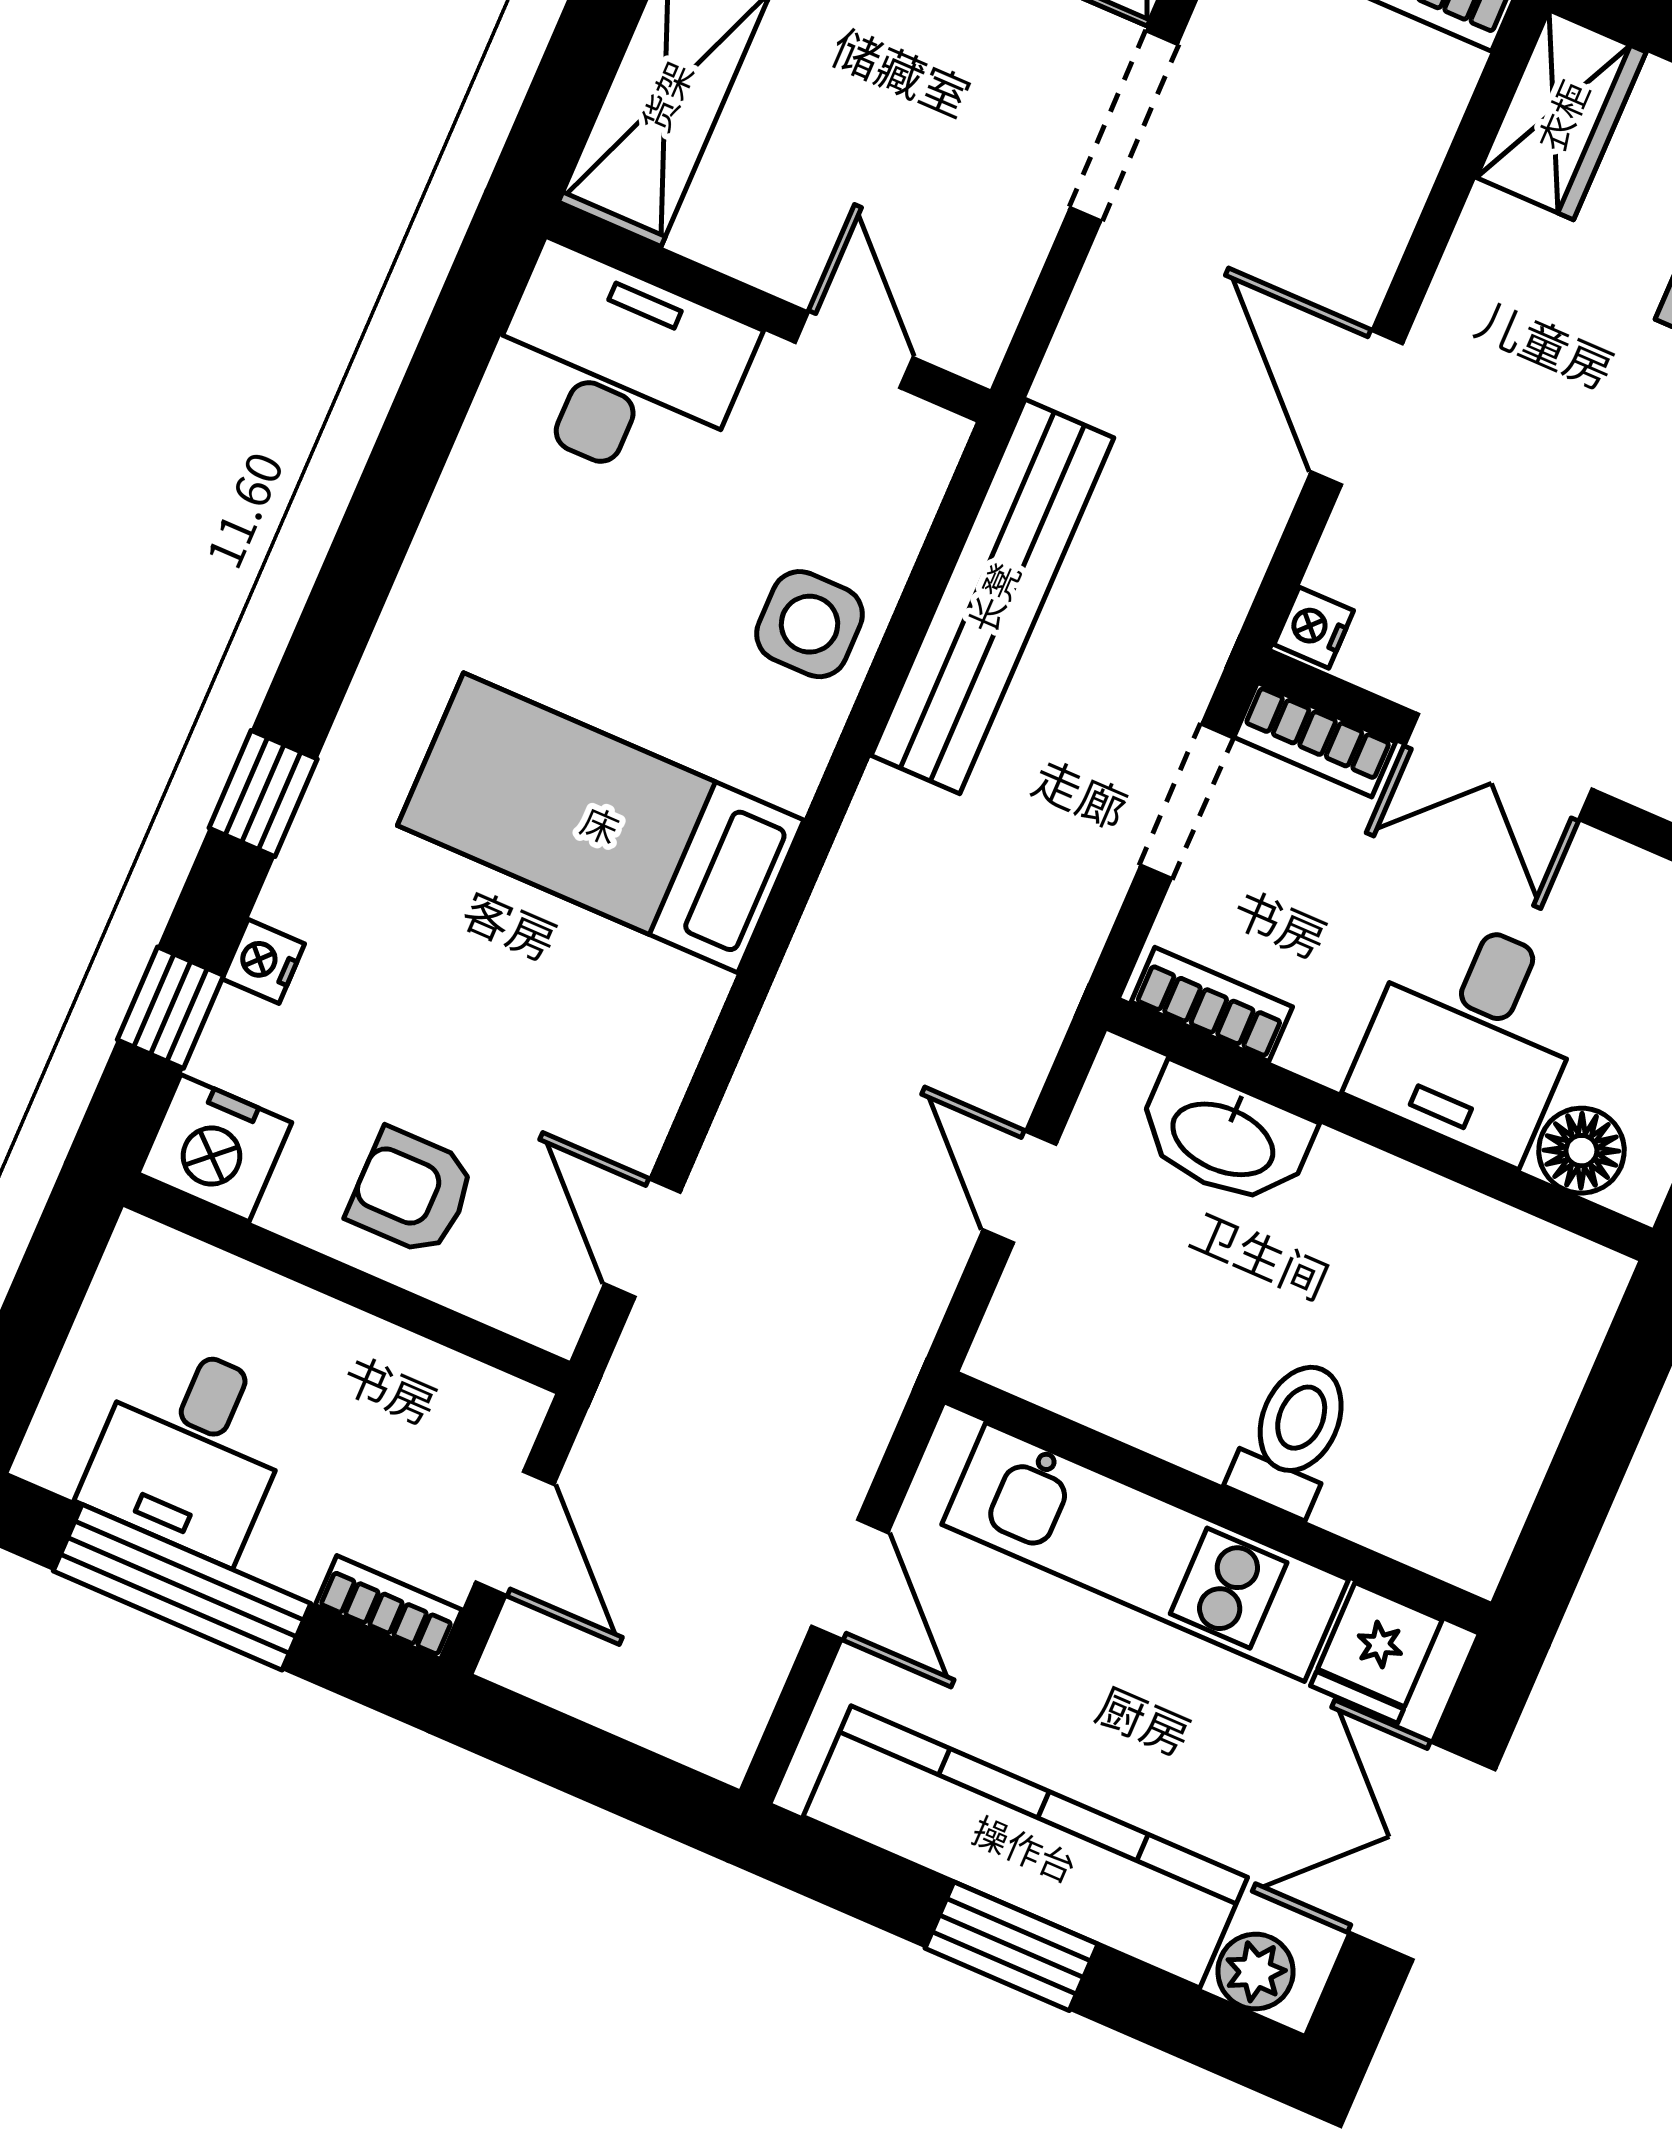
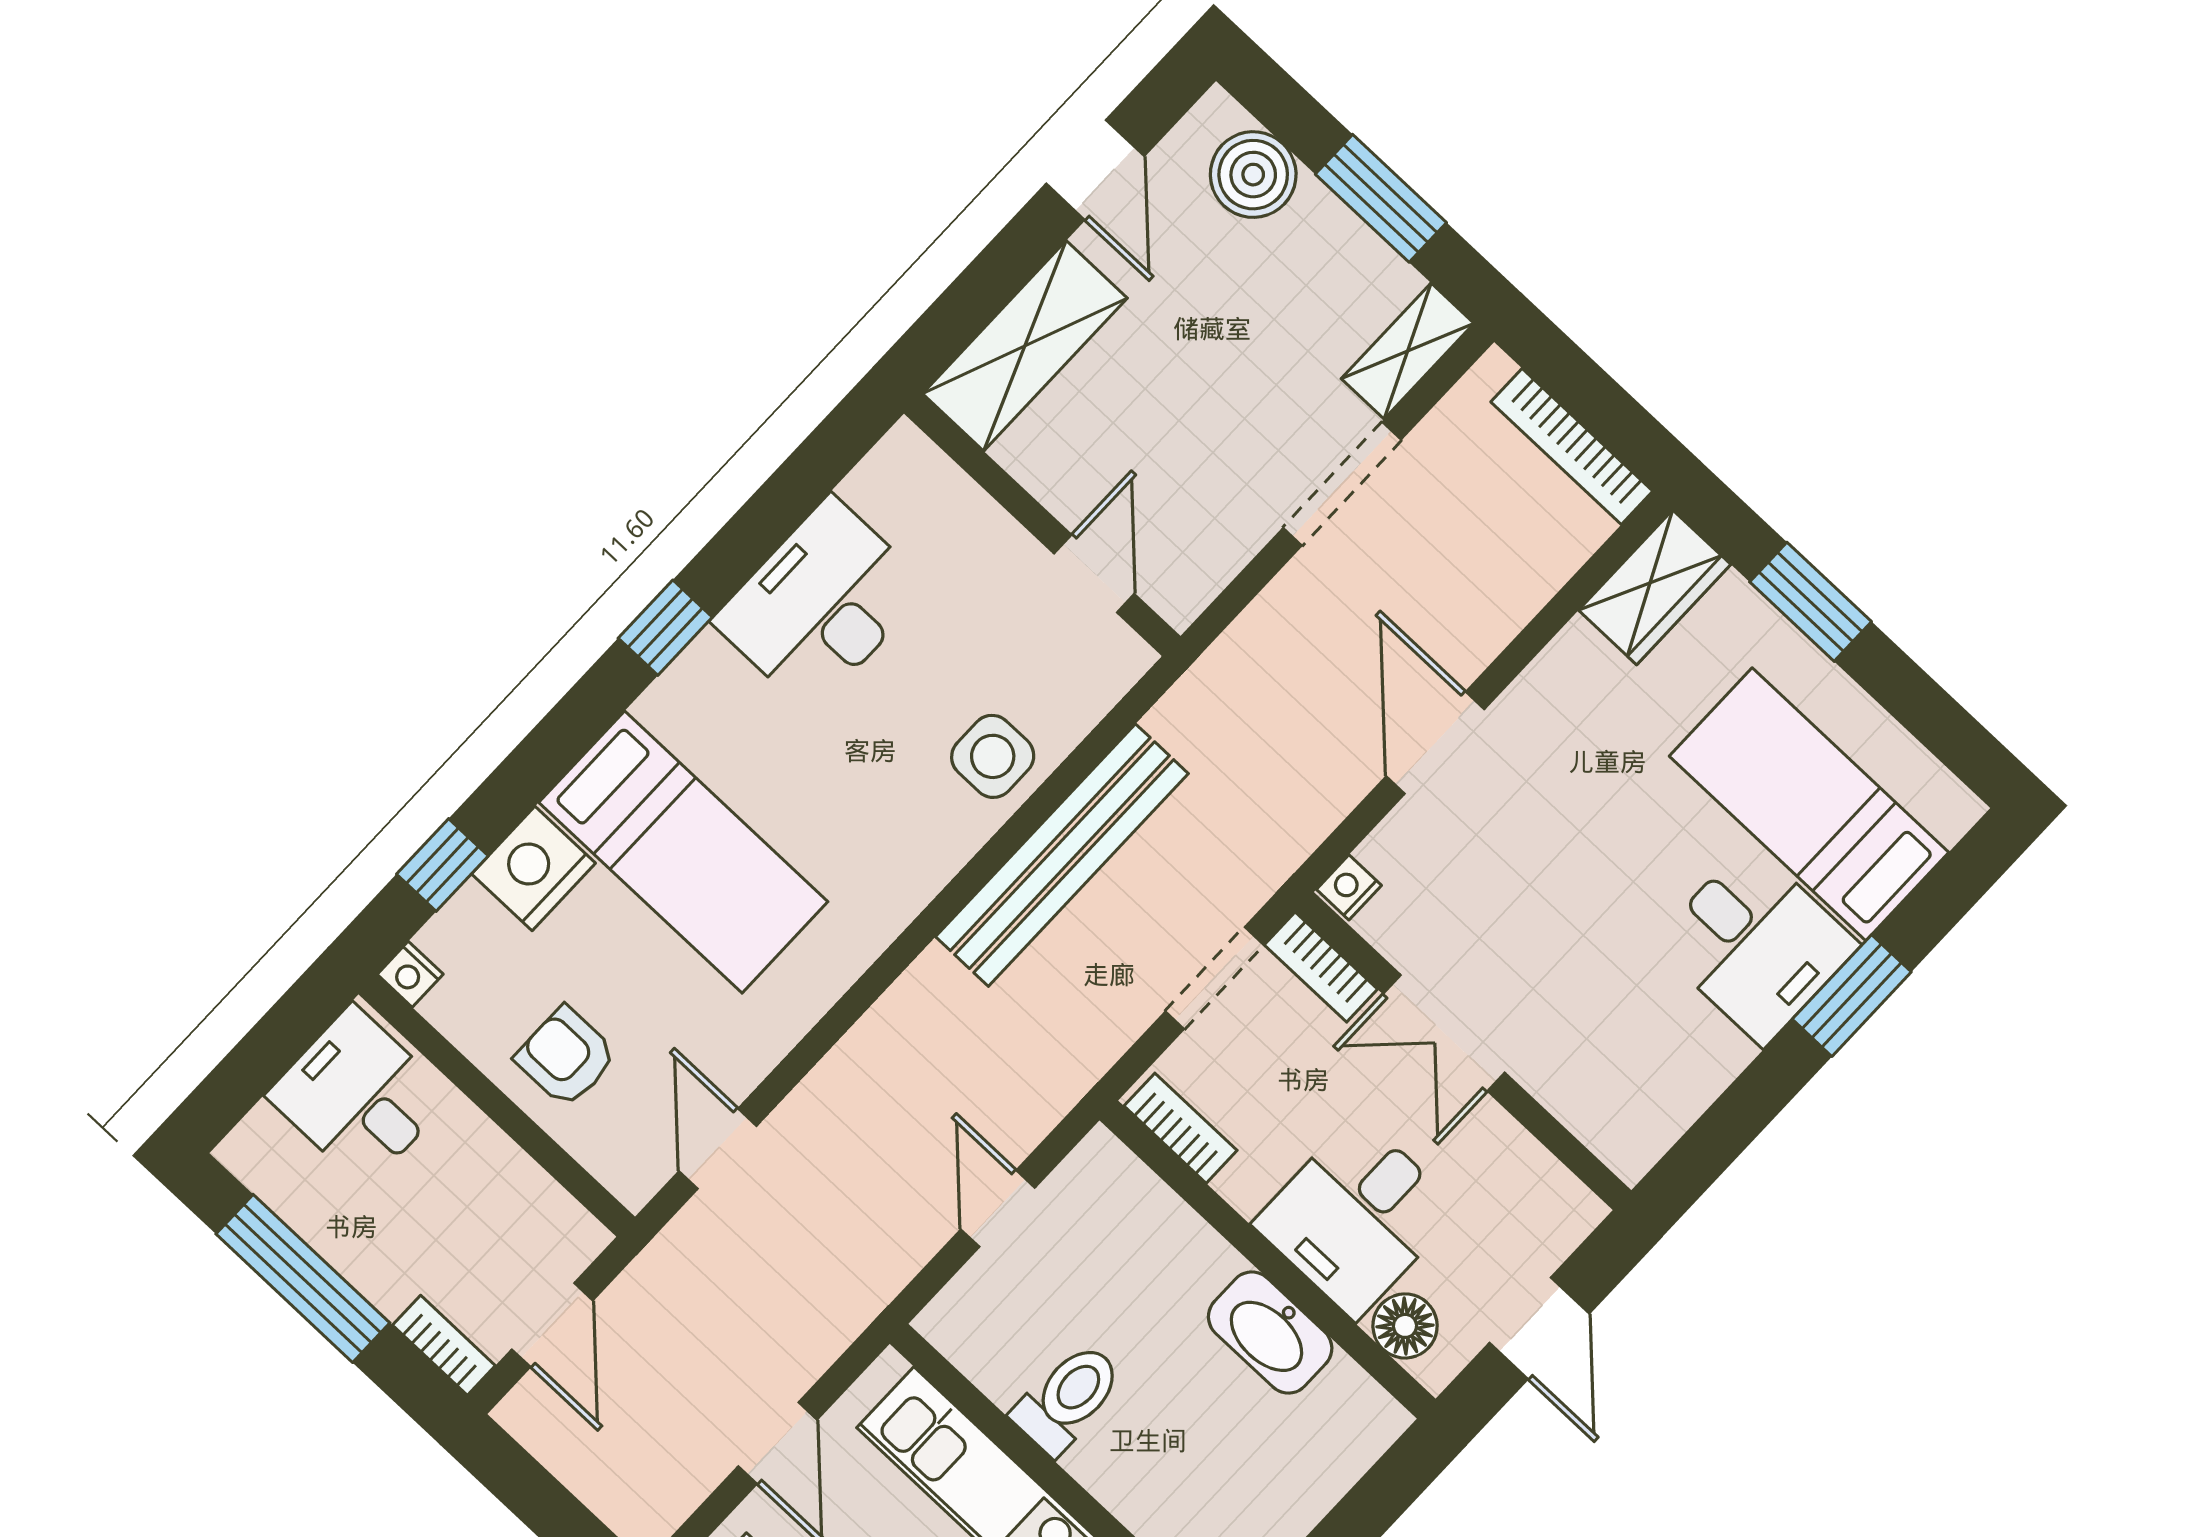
desk: (618, 369) -> (821, 604), moved, turned -90
bench: (992, 597) -> (1062, 855), moved
window: (263, 793) -> (665, 628), moved
bed: (601, 823) -> (683, 852), moved, turned 180
nightstand: (263, 961) -> (534, 869), width x1.89, depth x1.79
washbasin: (1224, 1137) -> (1270, 1333), moved
nightstand: (215, 1148) -> (410, 974), width x0.53, depth x0.56
toilet: (1293, 1436) -> (1068, 1398), moved
desk: (190, 1450) -> (359, 1096), moved, turned 90

